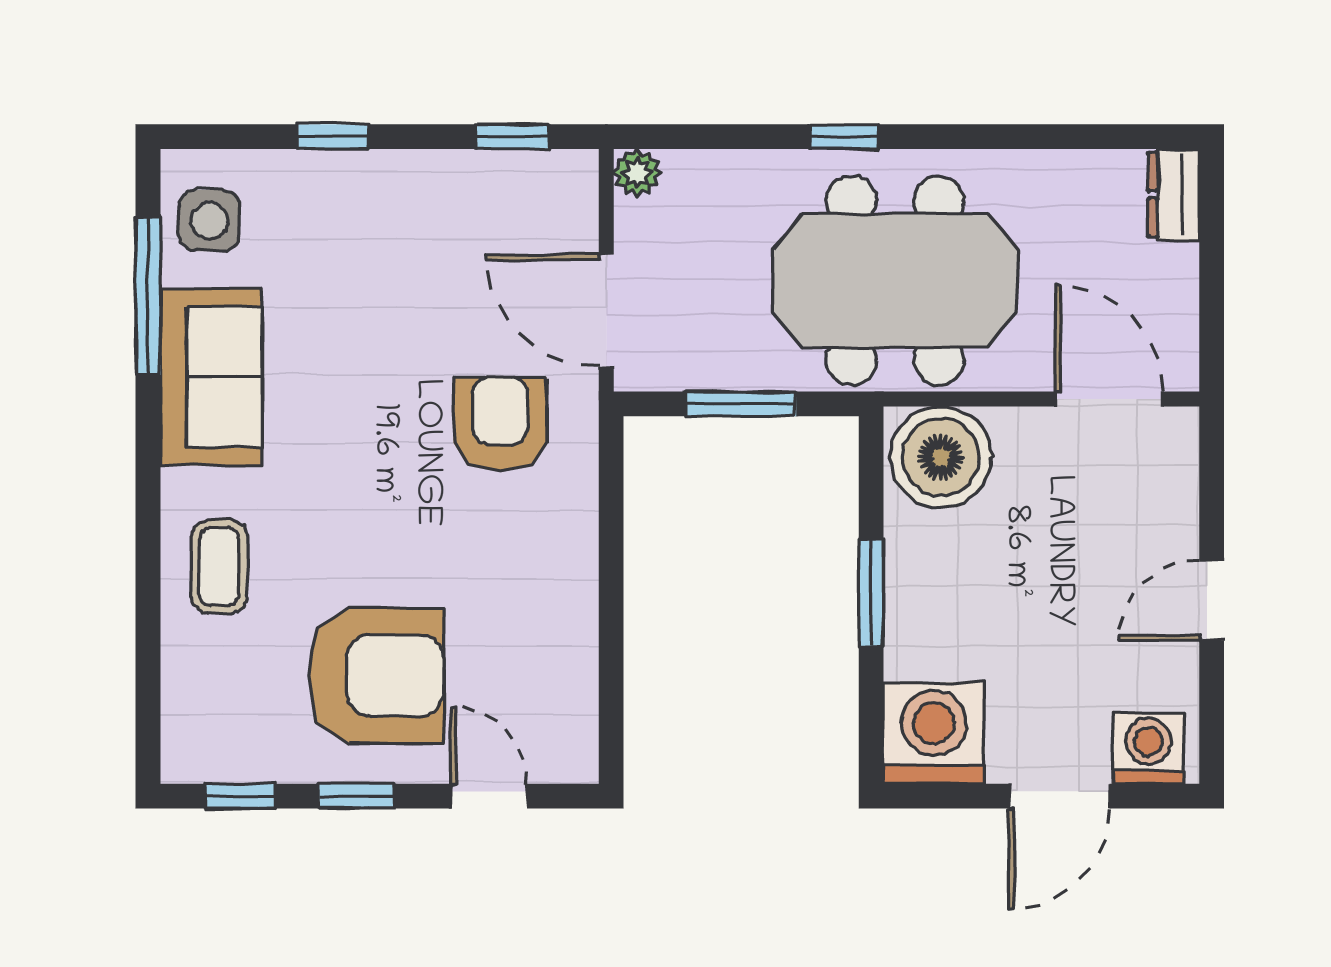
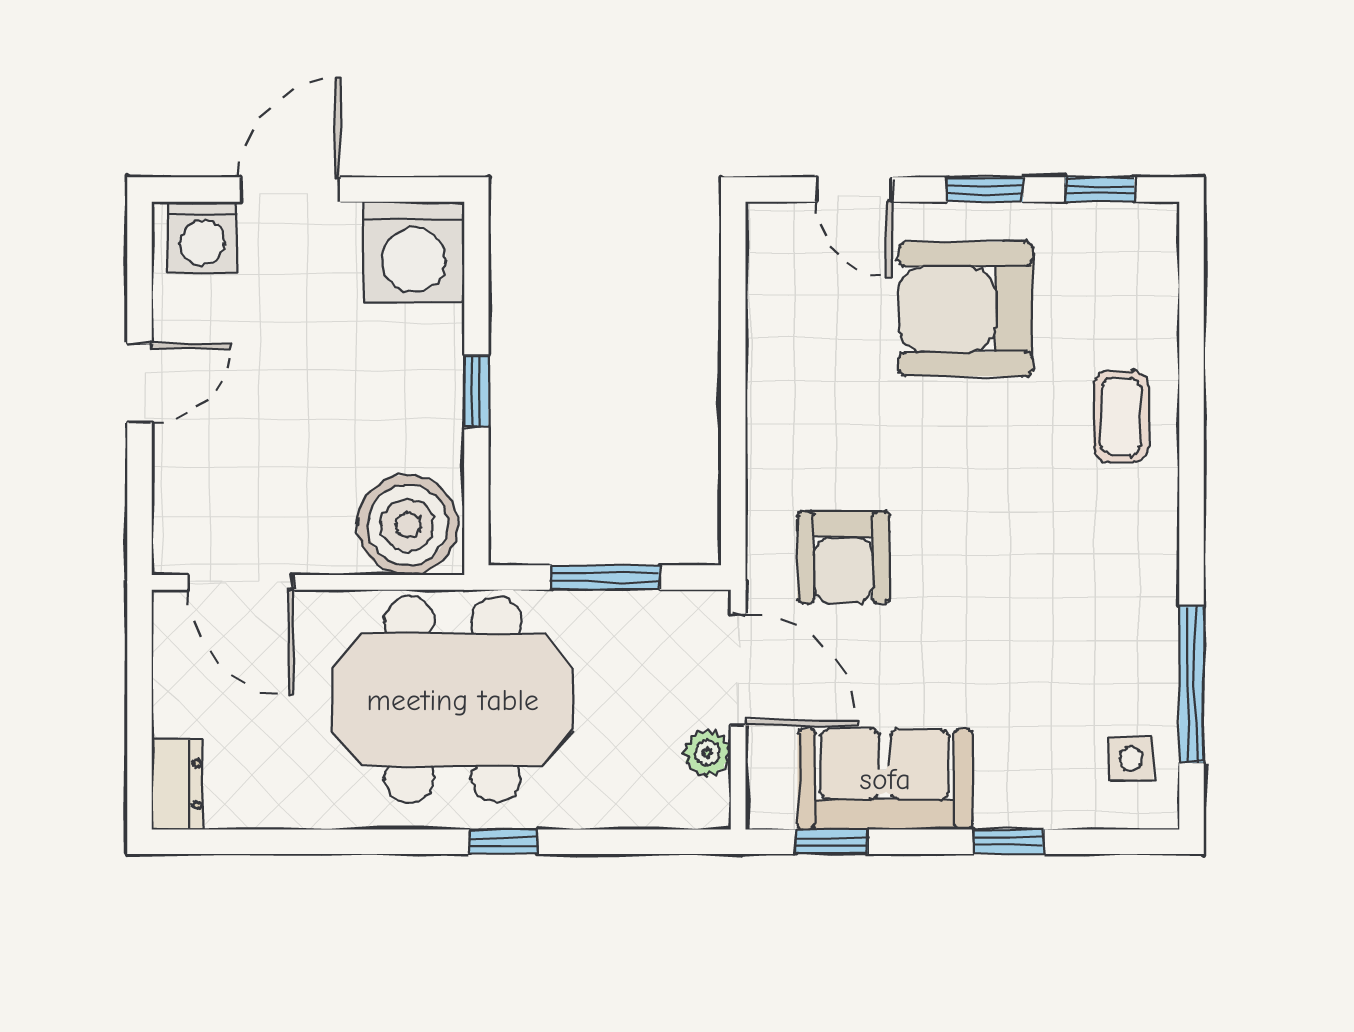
plant: (638, 173) -> (707, 753), moved
side table: (209, 221) -> (1131, 759), width x0.73, depth x0.73
sofa: (211, 377) -> (885, 779), moved, turned 90
window: (871, 592) -> (476, 391), width x0.67

